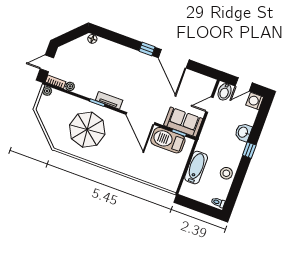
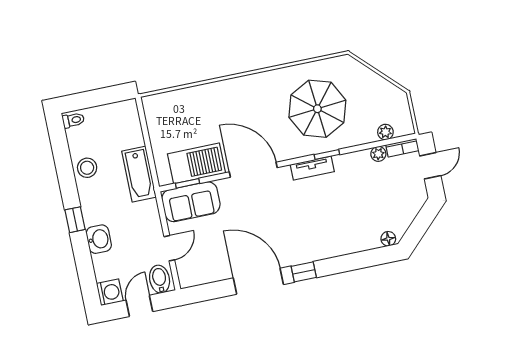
plant: (47, 91) -> (385, 132), moved
bathtub: (196, 168) -> (139, 174), moved

